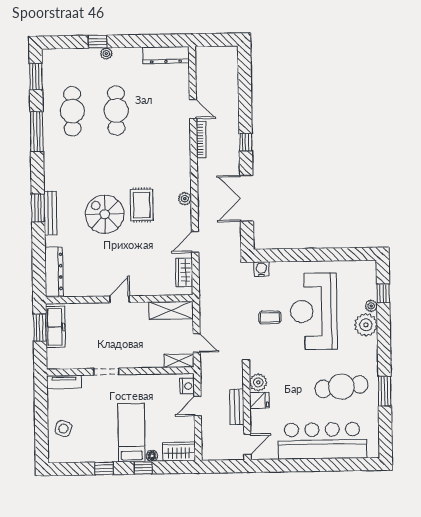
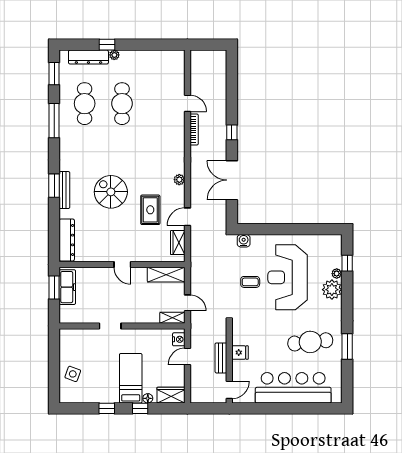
dresser: (166, 55) -> (88, 57), moved
rug: (142, 205) -> (150, 210), moved
door: (120, 299) -> (122, 264), swing flipped
tv unit: (64, 382) -> (74, 334), removed
plant: (258, 382) -> (239, 337), removed

